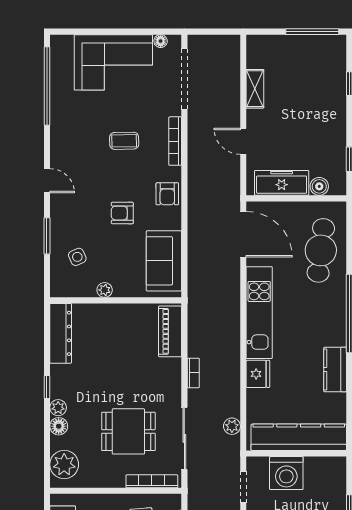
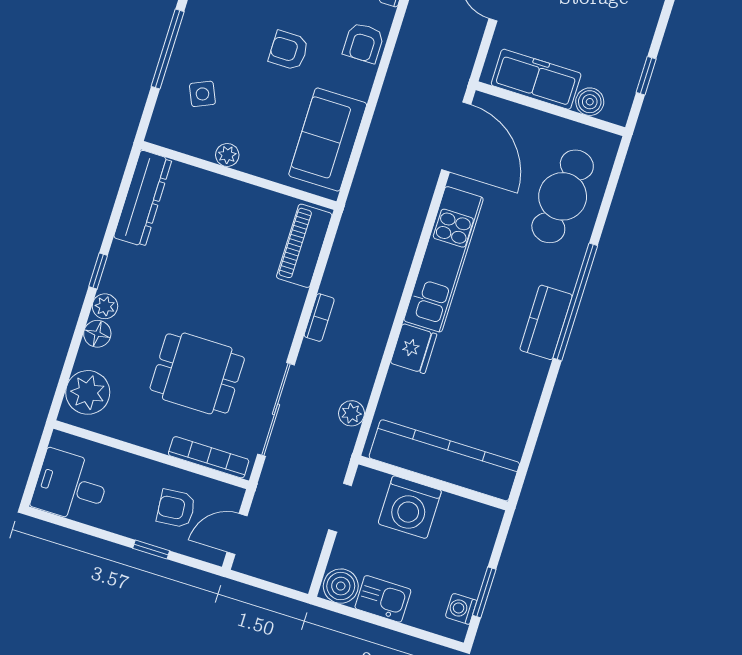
window: (47, 236) -> (168, 49), width x1.44
kitchen counter: (335, 369) -> (546, 322), moved

